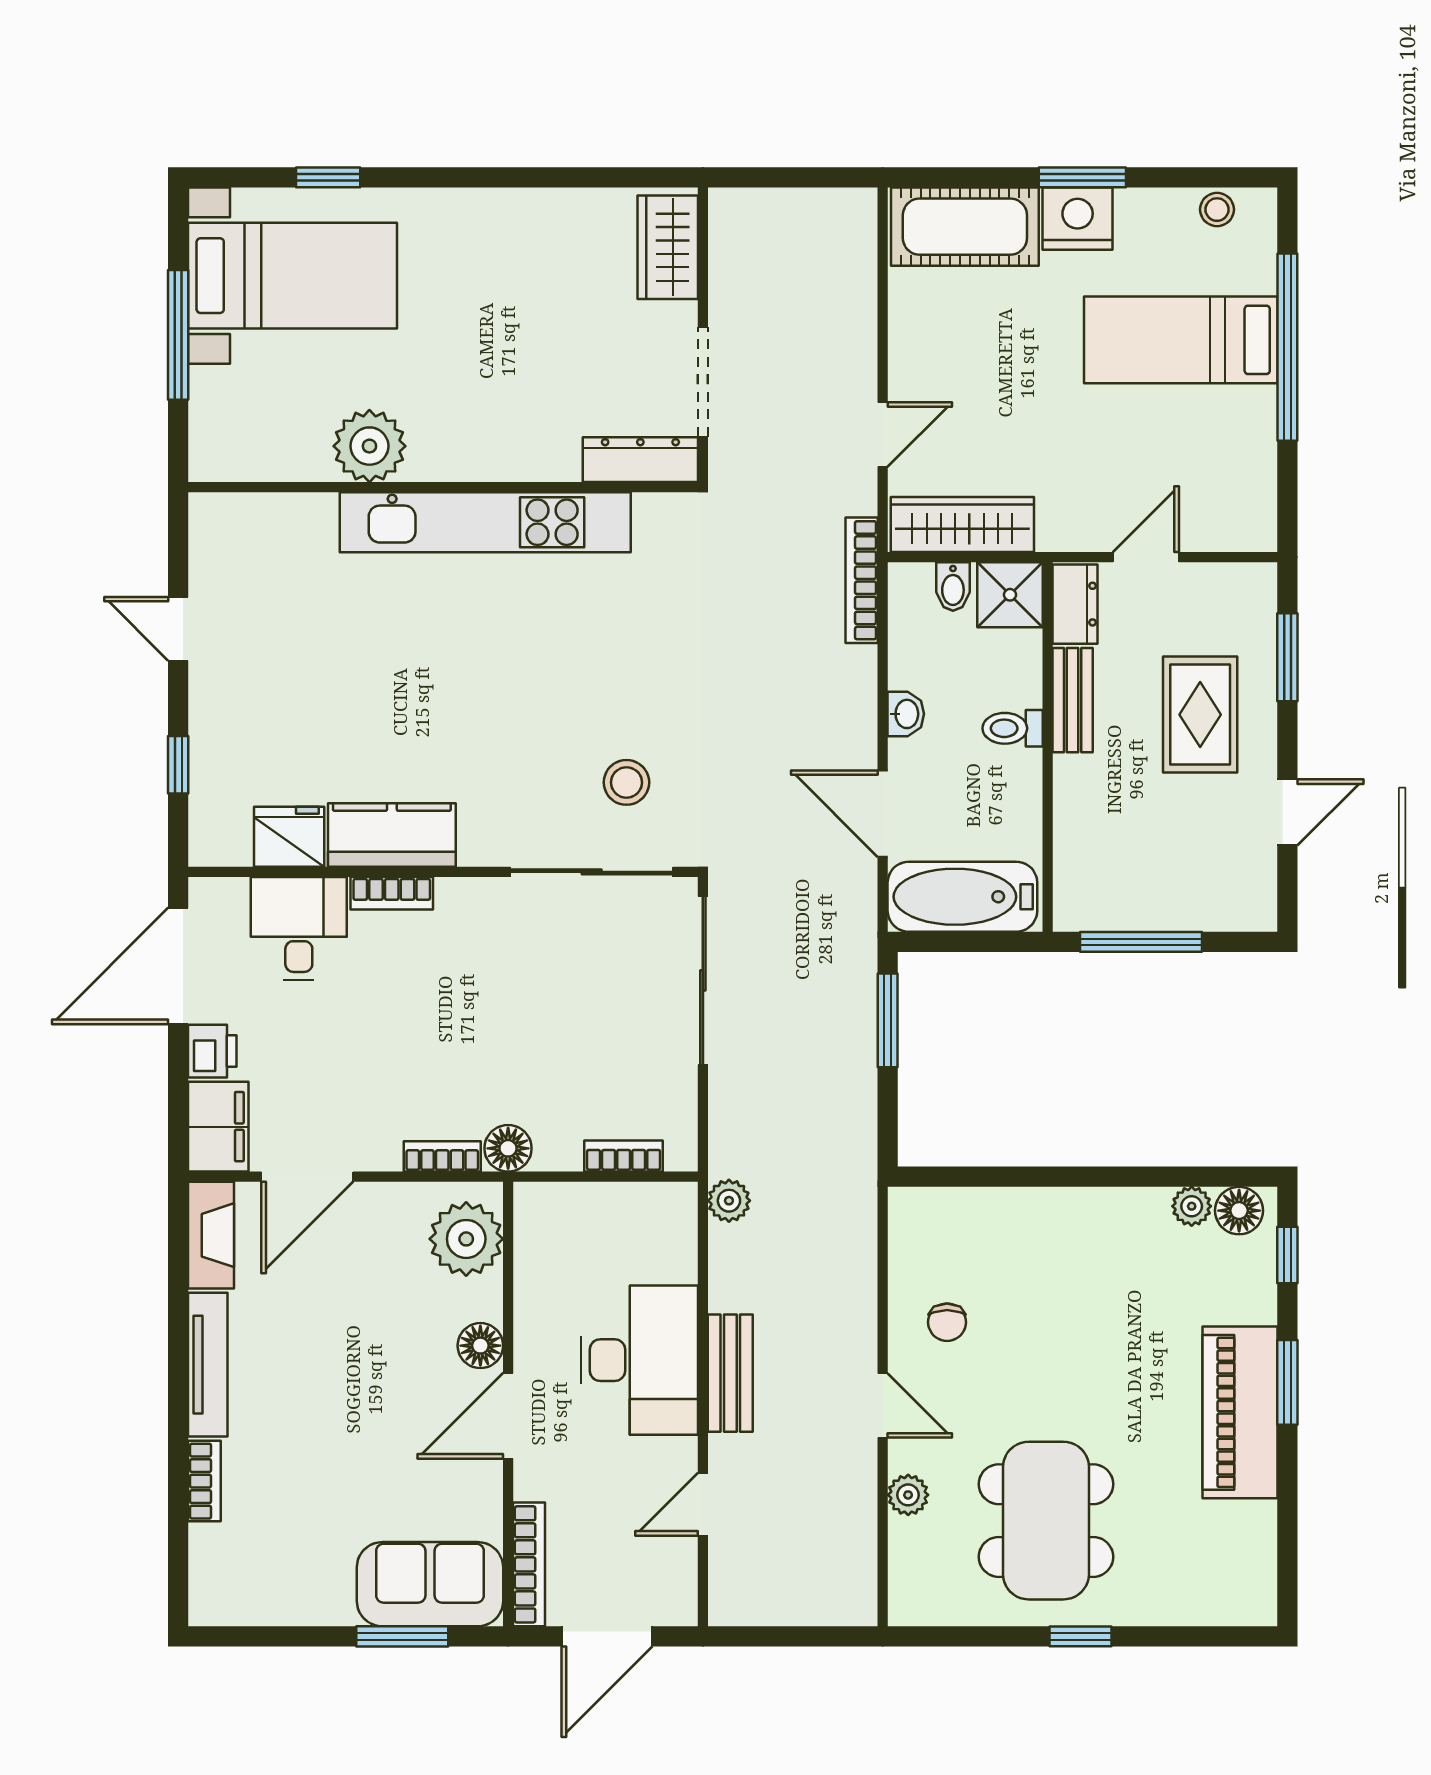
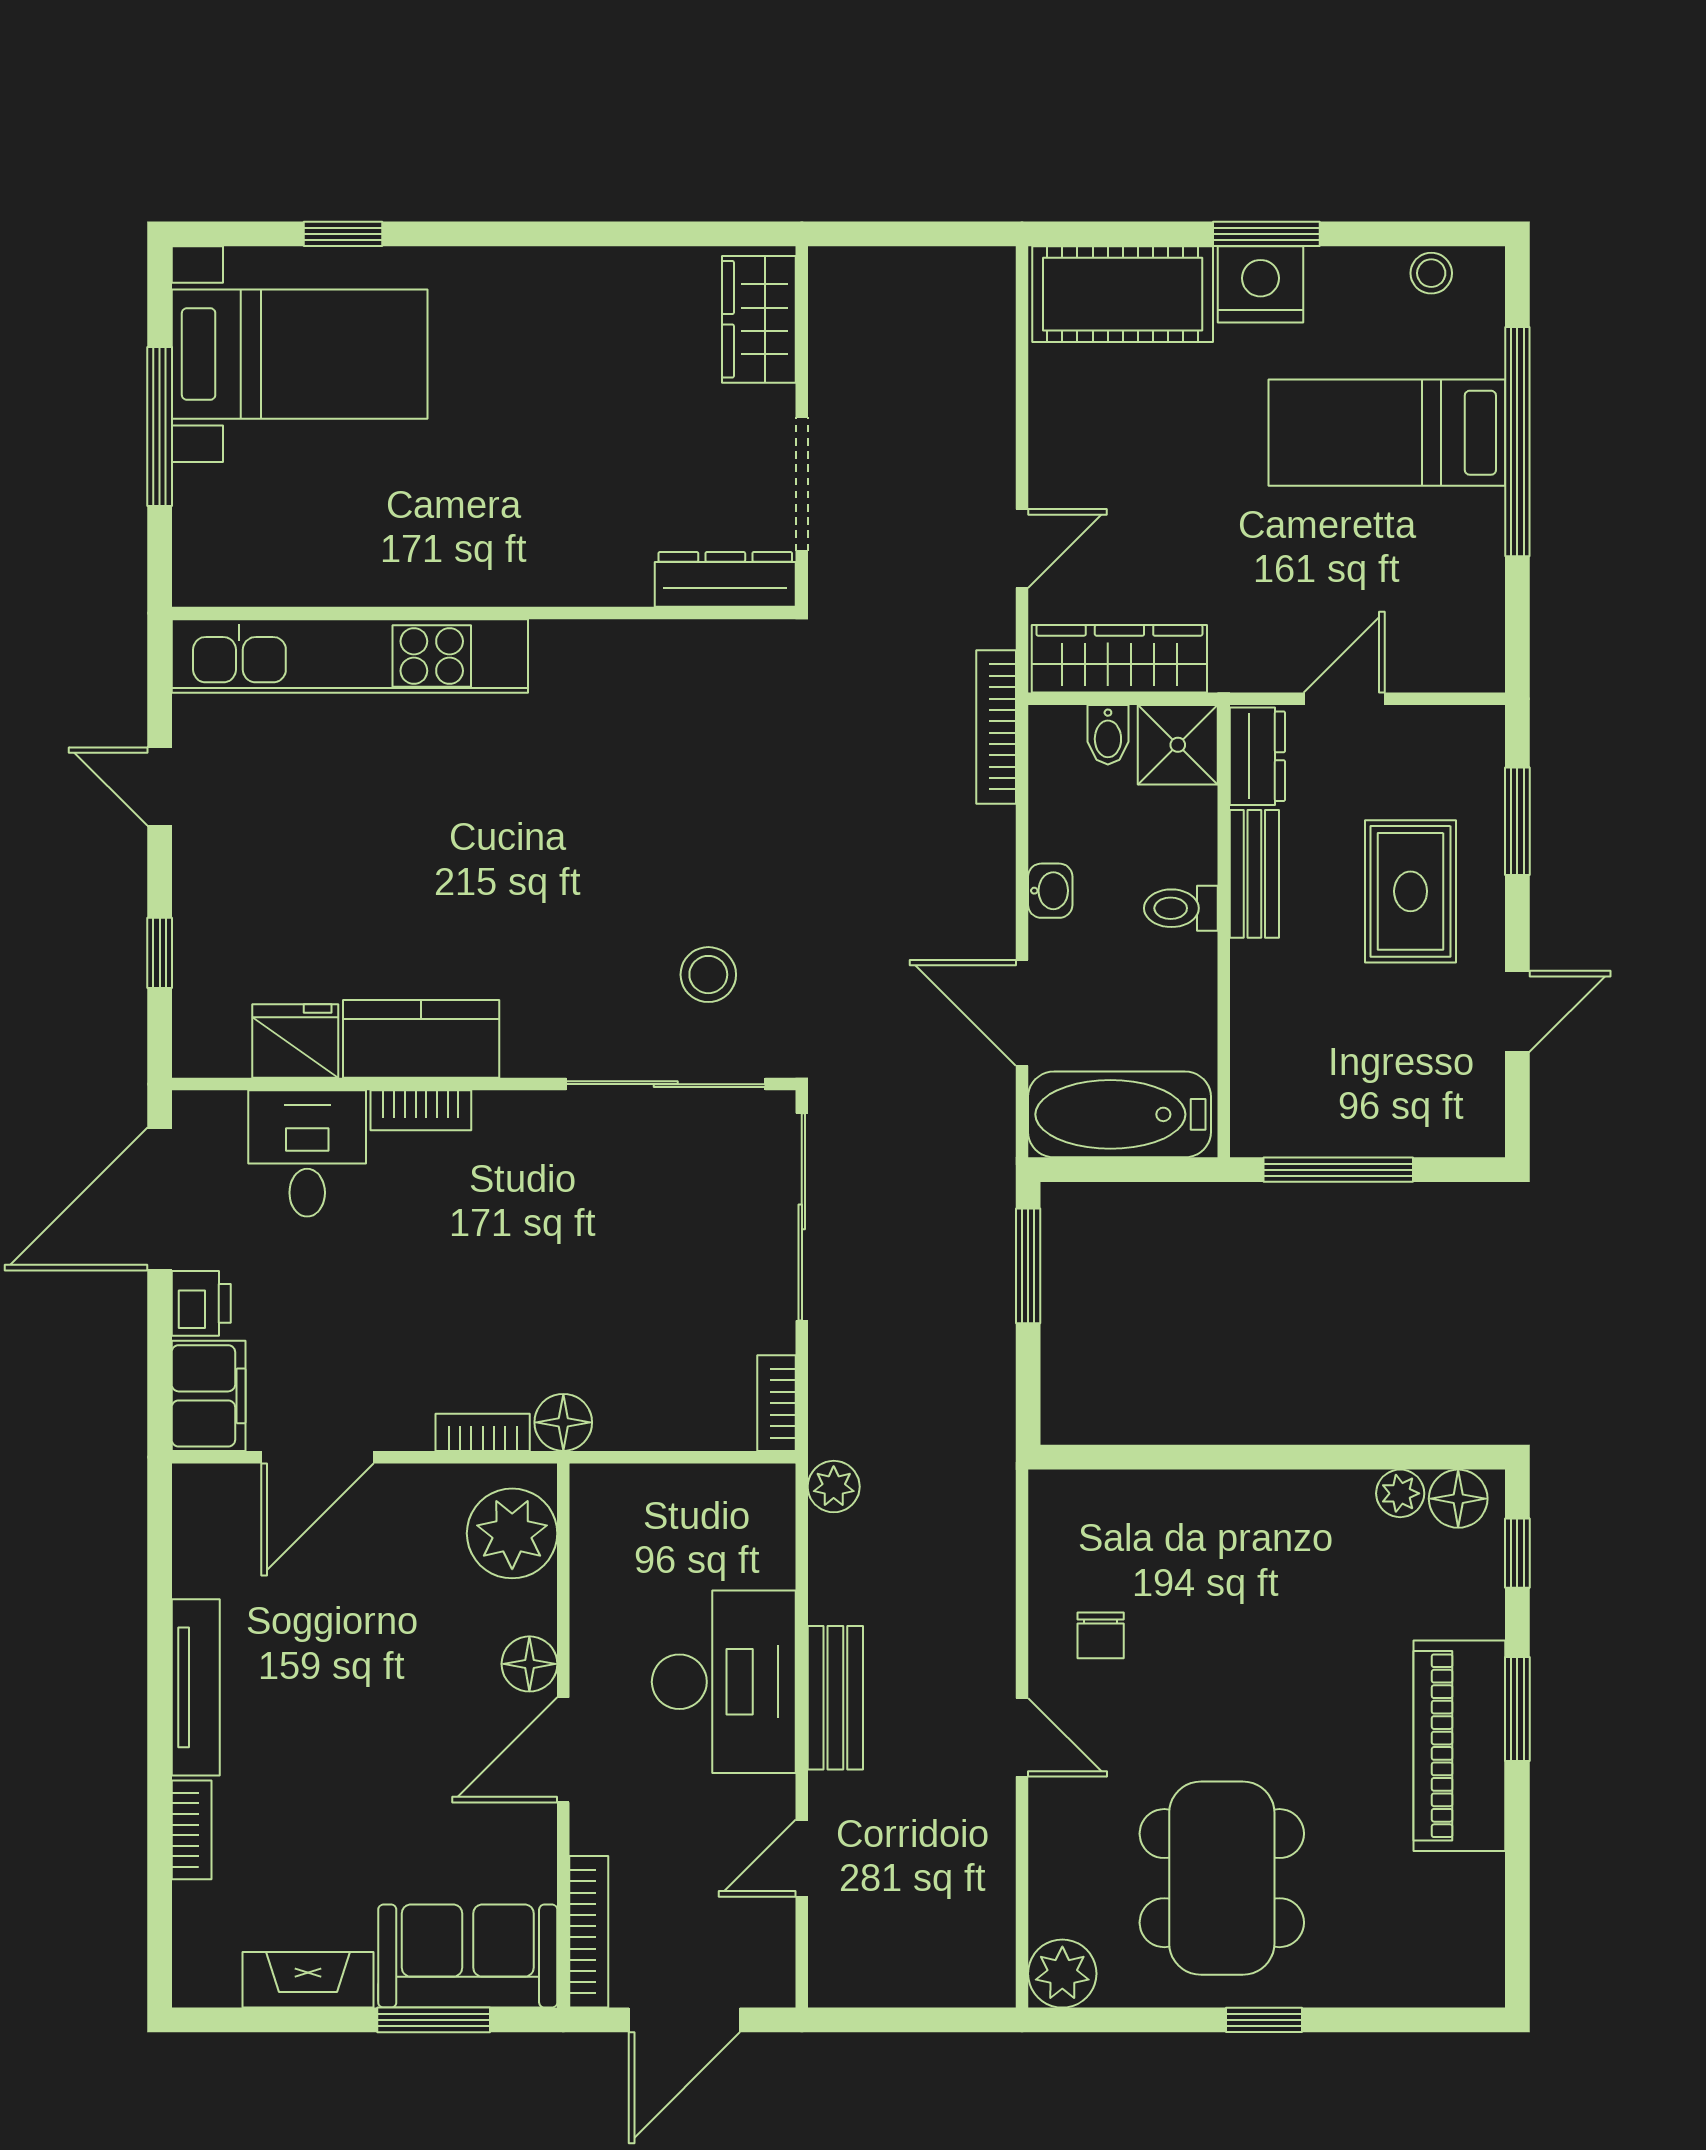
plant: (369, 446) -> (394, 563), removed
kitchen unit: (485, 522) -> (350, 656), moved
bookcase: (624, 1156) -> (777, 1403), moved, turned -90
fireplace: (211, 1235) -> (308, 1980), moved, turned -90
plant: (908, 1495) -> (1062, 1974), moved, width x1.38, depth x1.38

